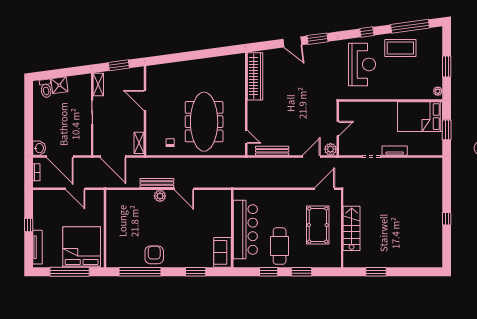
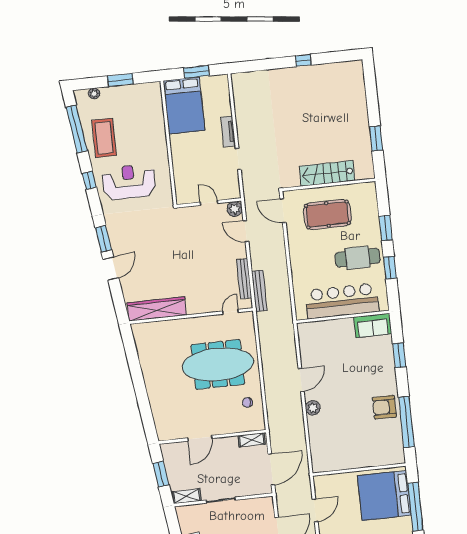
plant: (438, 91) -> (94, 94), moved
bench: (157, 183) -> (259, 291), moved

